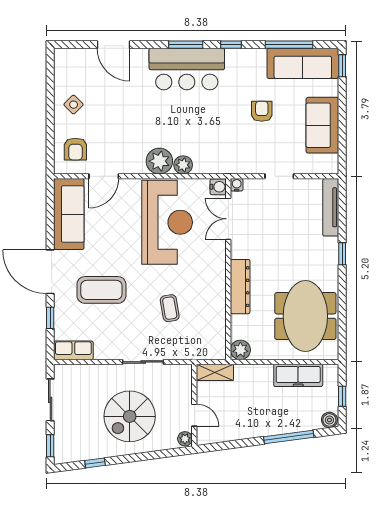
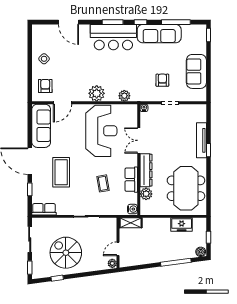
sofa: (303, 63) -> (159, 34), moved
armchair: (262, 111) -> (162, 80), moved
armchair: (75, 149) -> (45, 86), turned 180
plant: (183, 165) -> (124, 96), moved
water cooler: (218, 187) -> (133, 209), moved
tv unit: (331, 207) -> (201, 140), moved
double door: (228, 219) -> (139, 140), moved
coffee table: (101, 290) -> (61, 172), turned 90
row of seats: (216, 302) -> (131, 180), added
plant: (240, 350) -> (146, 194), moved
freezer: (298, 375) -> (182, 225), width x0.71
door: (194, 415) -> (118, 249), swing flipped
spiral stairs: (130, 416) -> (66, 253), moved, turned 90

